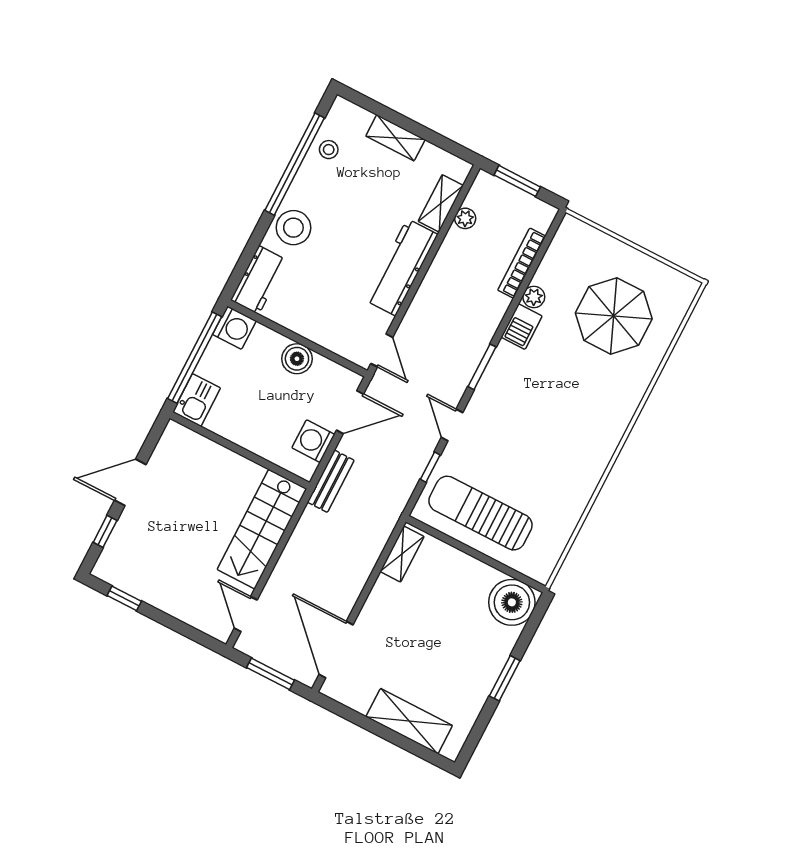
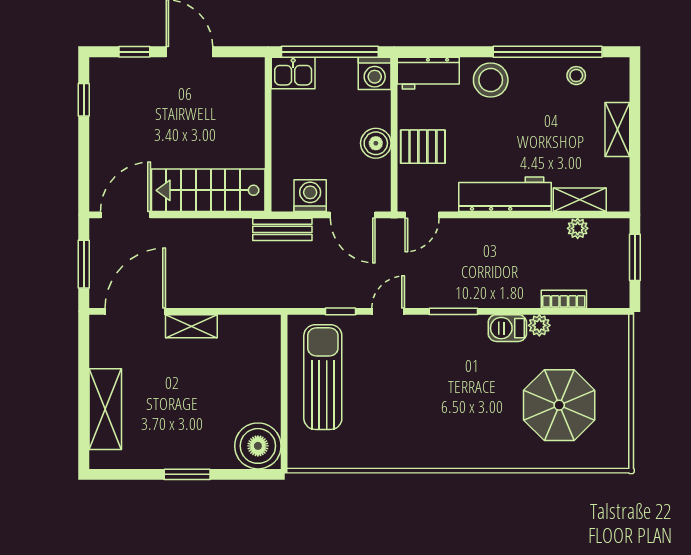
bookcase: (522, 263) -> (564, 299), width x0.64
pallet: (322, 318) -> (423, 147), added
shelving: (402, 554) -> (191, 326), moved
door: (246, 614) -> (125, 215), width x1.38

